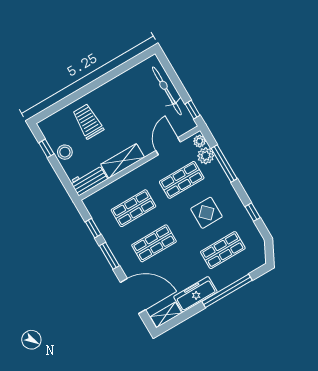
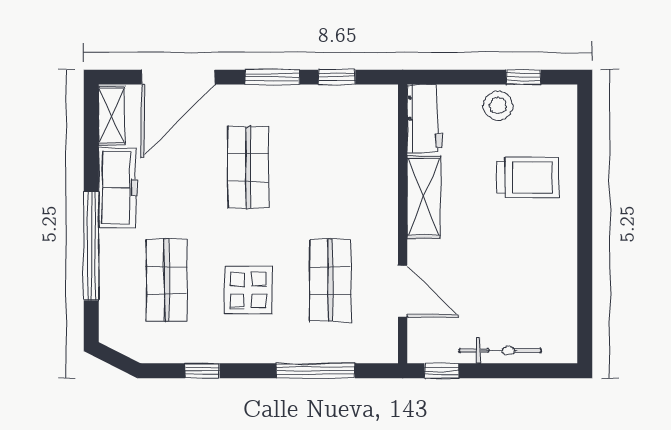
bicycle: (167, 91) -> (500, 351), width x0.73, depth x0.71
plant: (200, 141) -> (380, 351), removed
plant: (206, 156) -> (348, 347), removed
shop shelf: (133, 208) -> (330, 168), removed

